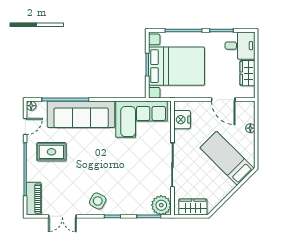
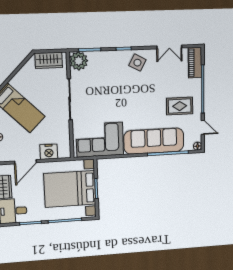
door: (223, 100) -> (25, 162), swing flipped
nightstand: (182, 120) -> (49, 152), moved, turned 90
door: (25, 127) -> (203, 127), swing flipped
double door: (62, 216) -> (169, 47), swing flipped

